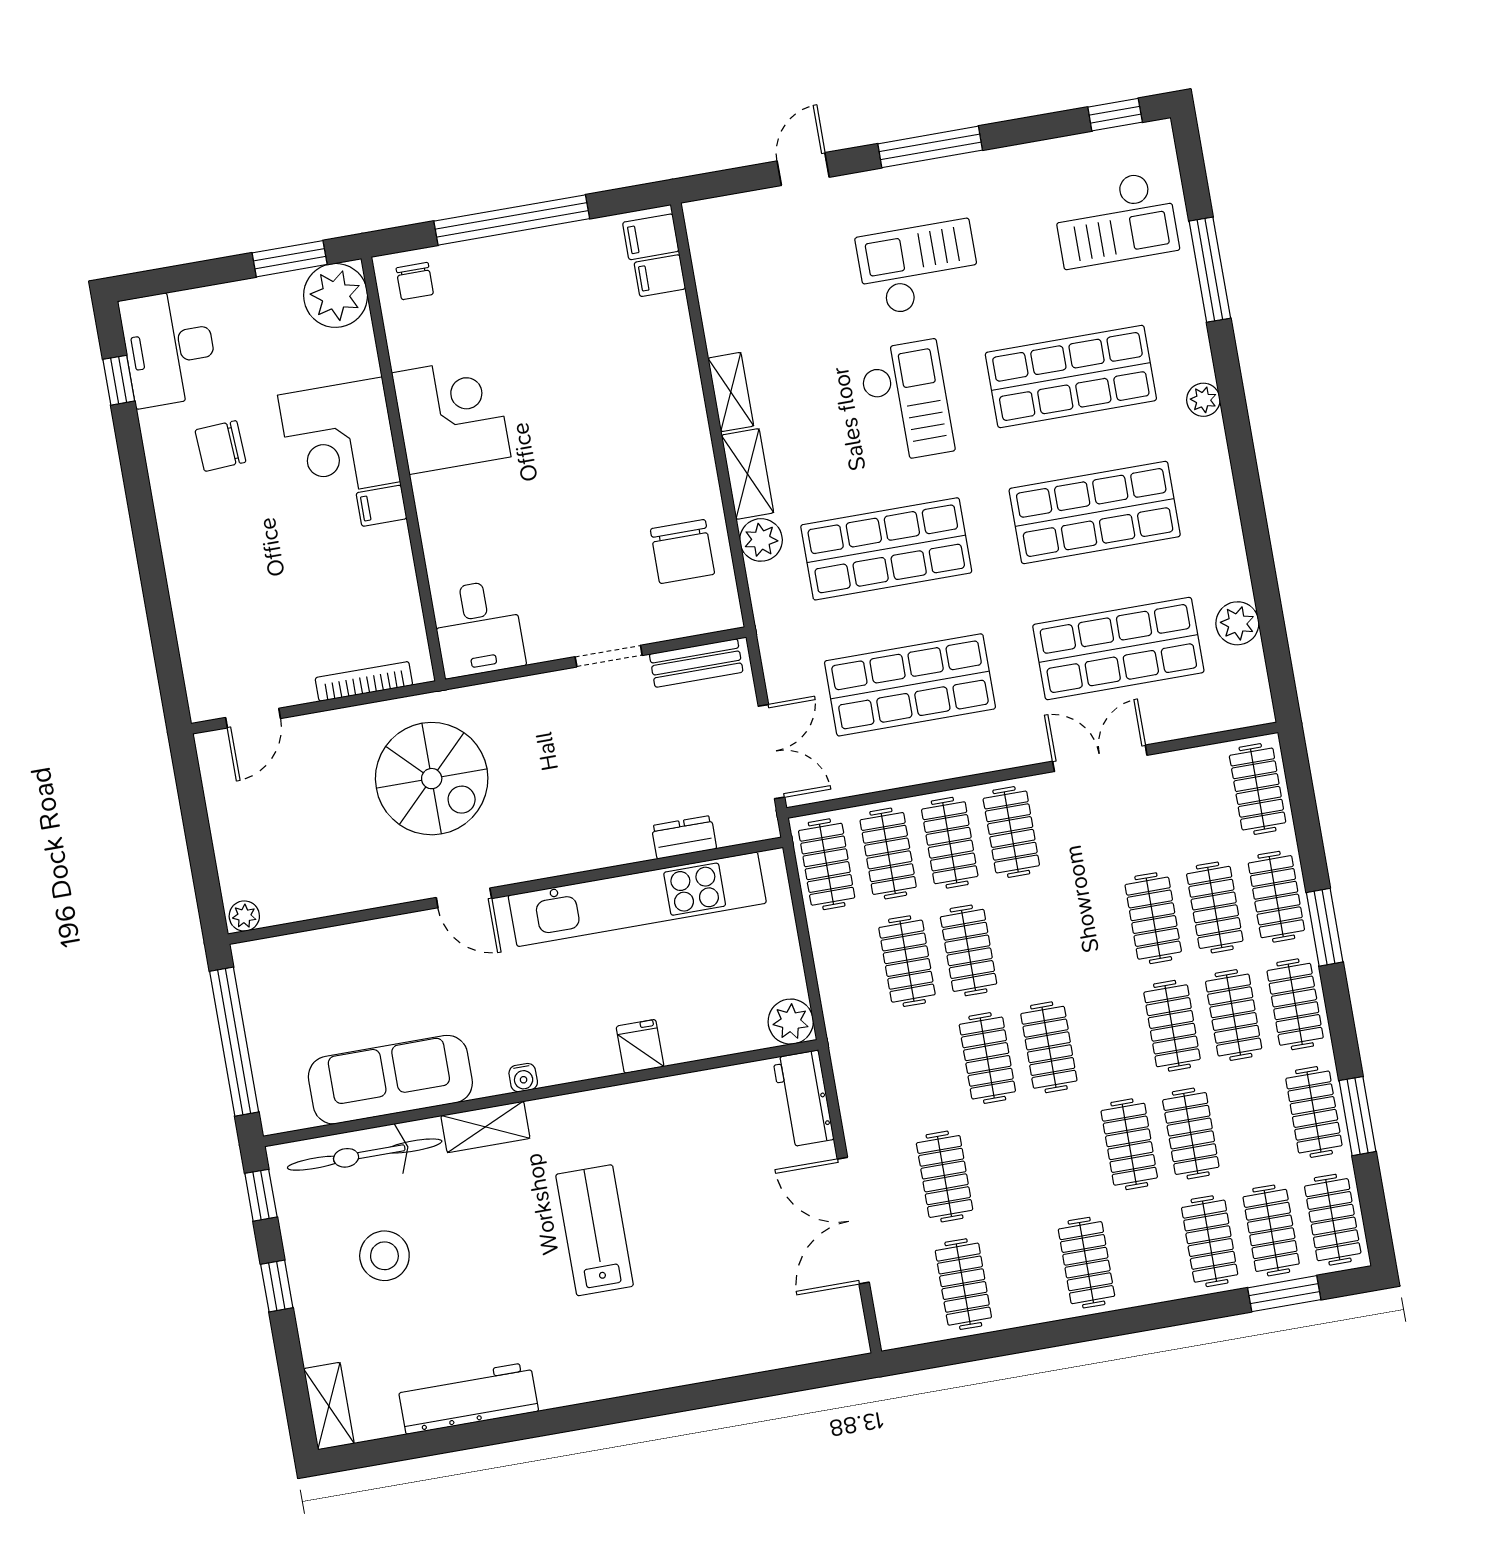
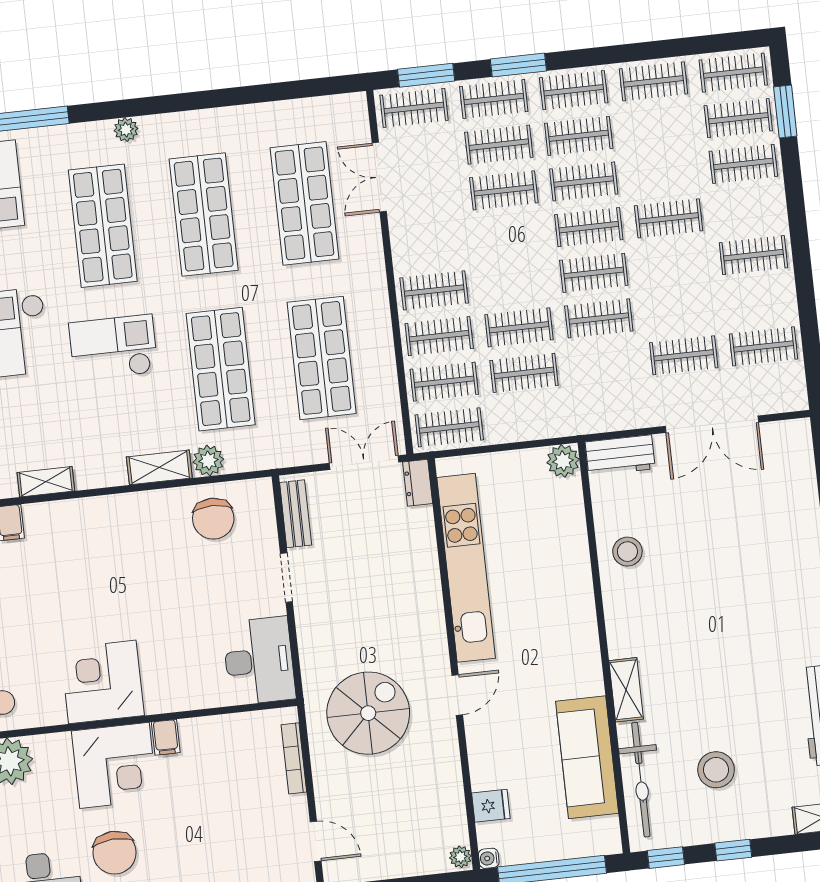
shelving: (731, 392) -> (46, 482), moved
chair: (220, 446) -> (114, 853), width x1.37, depth x1.37
chair: (682, 552) -> (213, 519), turned 90
plant: (1237, 623) -> (291, 115), removed
desk: (478, 628) -> (259, 661), width x1.37
double door: (1100, 758) -> (379, 177), moved
dresser: (684, 837) -> (418, 483), moved
fridge: (640, 1046) -> (491, 806), moved, turned 180
water cooler: (523, 1078) -> (489, 858), moved, turned 180
window: (1358, 1116) -> (426, 75), moved
stool: (673, 1117) -> (627, 552), added
clothes rail: (1191, 1133) -> (589, 227), moved
lab bench: (595, 1230) -> (707, 614), removed

